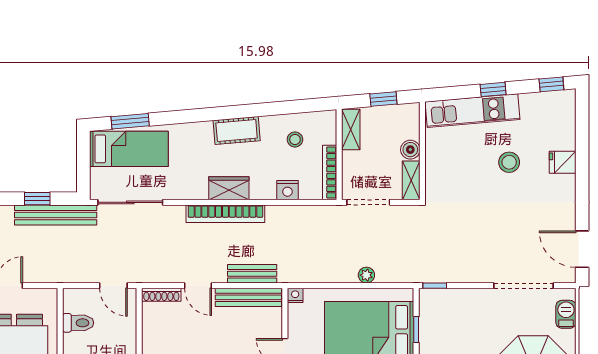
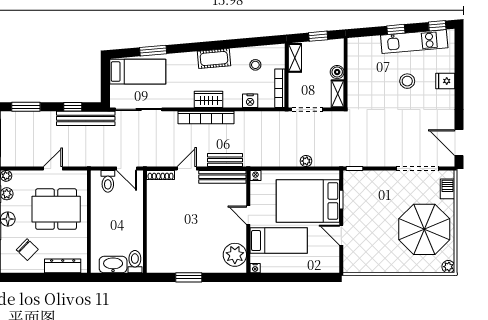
kitchen unit: (472, 111) -> (414, 42), moved
window: (130, 121) -> (153, 51), moved
door: (198, 286) -> (187, 168), swing flipped
toilet: (78, 323) -> (108, 181), moved, turned 90

